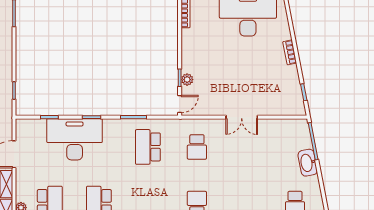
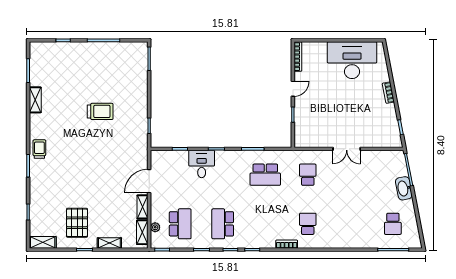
plant: (187, 80) -> (299, 116), removed
door: (180, 104) -> (293, 89), moved
desk: (75, 139) -> (202, 164), width x0.53, depth x0.77
school desk: (148, 147) -> (265, 175), turned -90
school desk: (197, 147) -> (308, 175), turned 180

